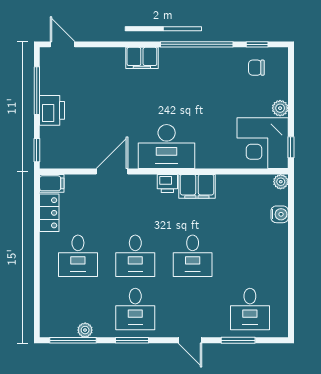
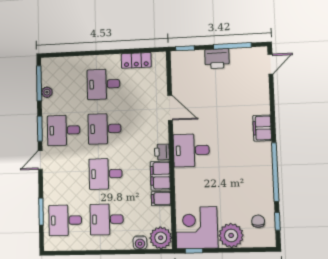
plant: (280, 108) -> (231, 235), width x1.88, depth x1.88
desk: (167, 147) -> (191, 150), width x0.73
plant: (281, 182) -> (161, 238), width x1.88, depth x1.88
filing cabinet: (52, 183) -> (161, 199), moved, turned 90
desk: (250, 256) -> (107, 219), added
door: (190, 340) -> (40, 160), moved

